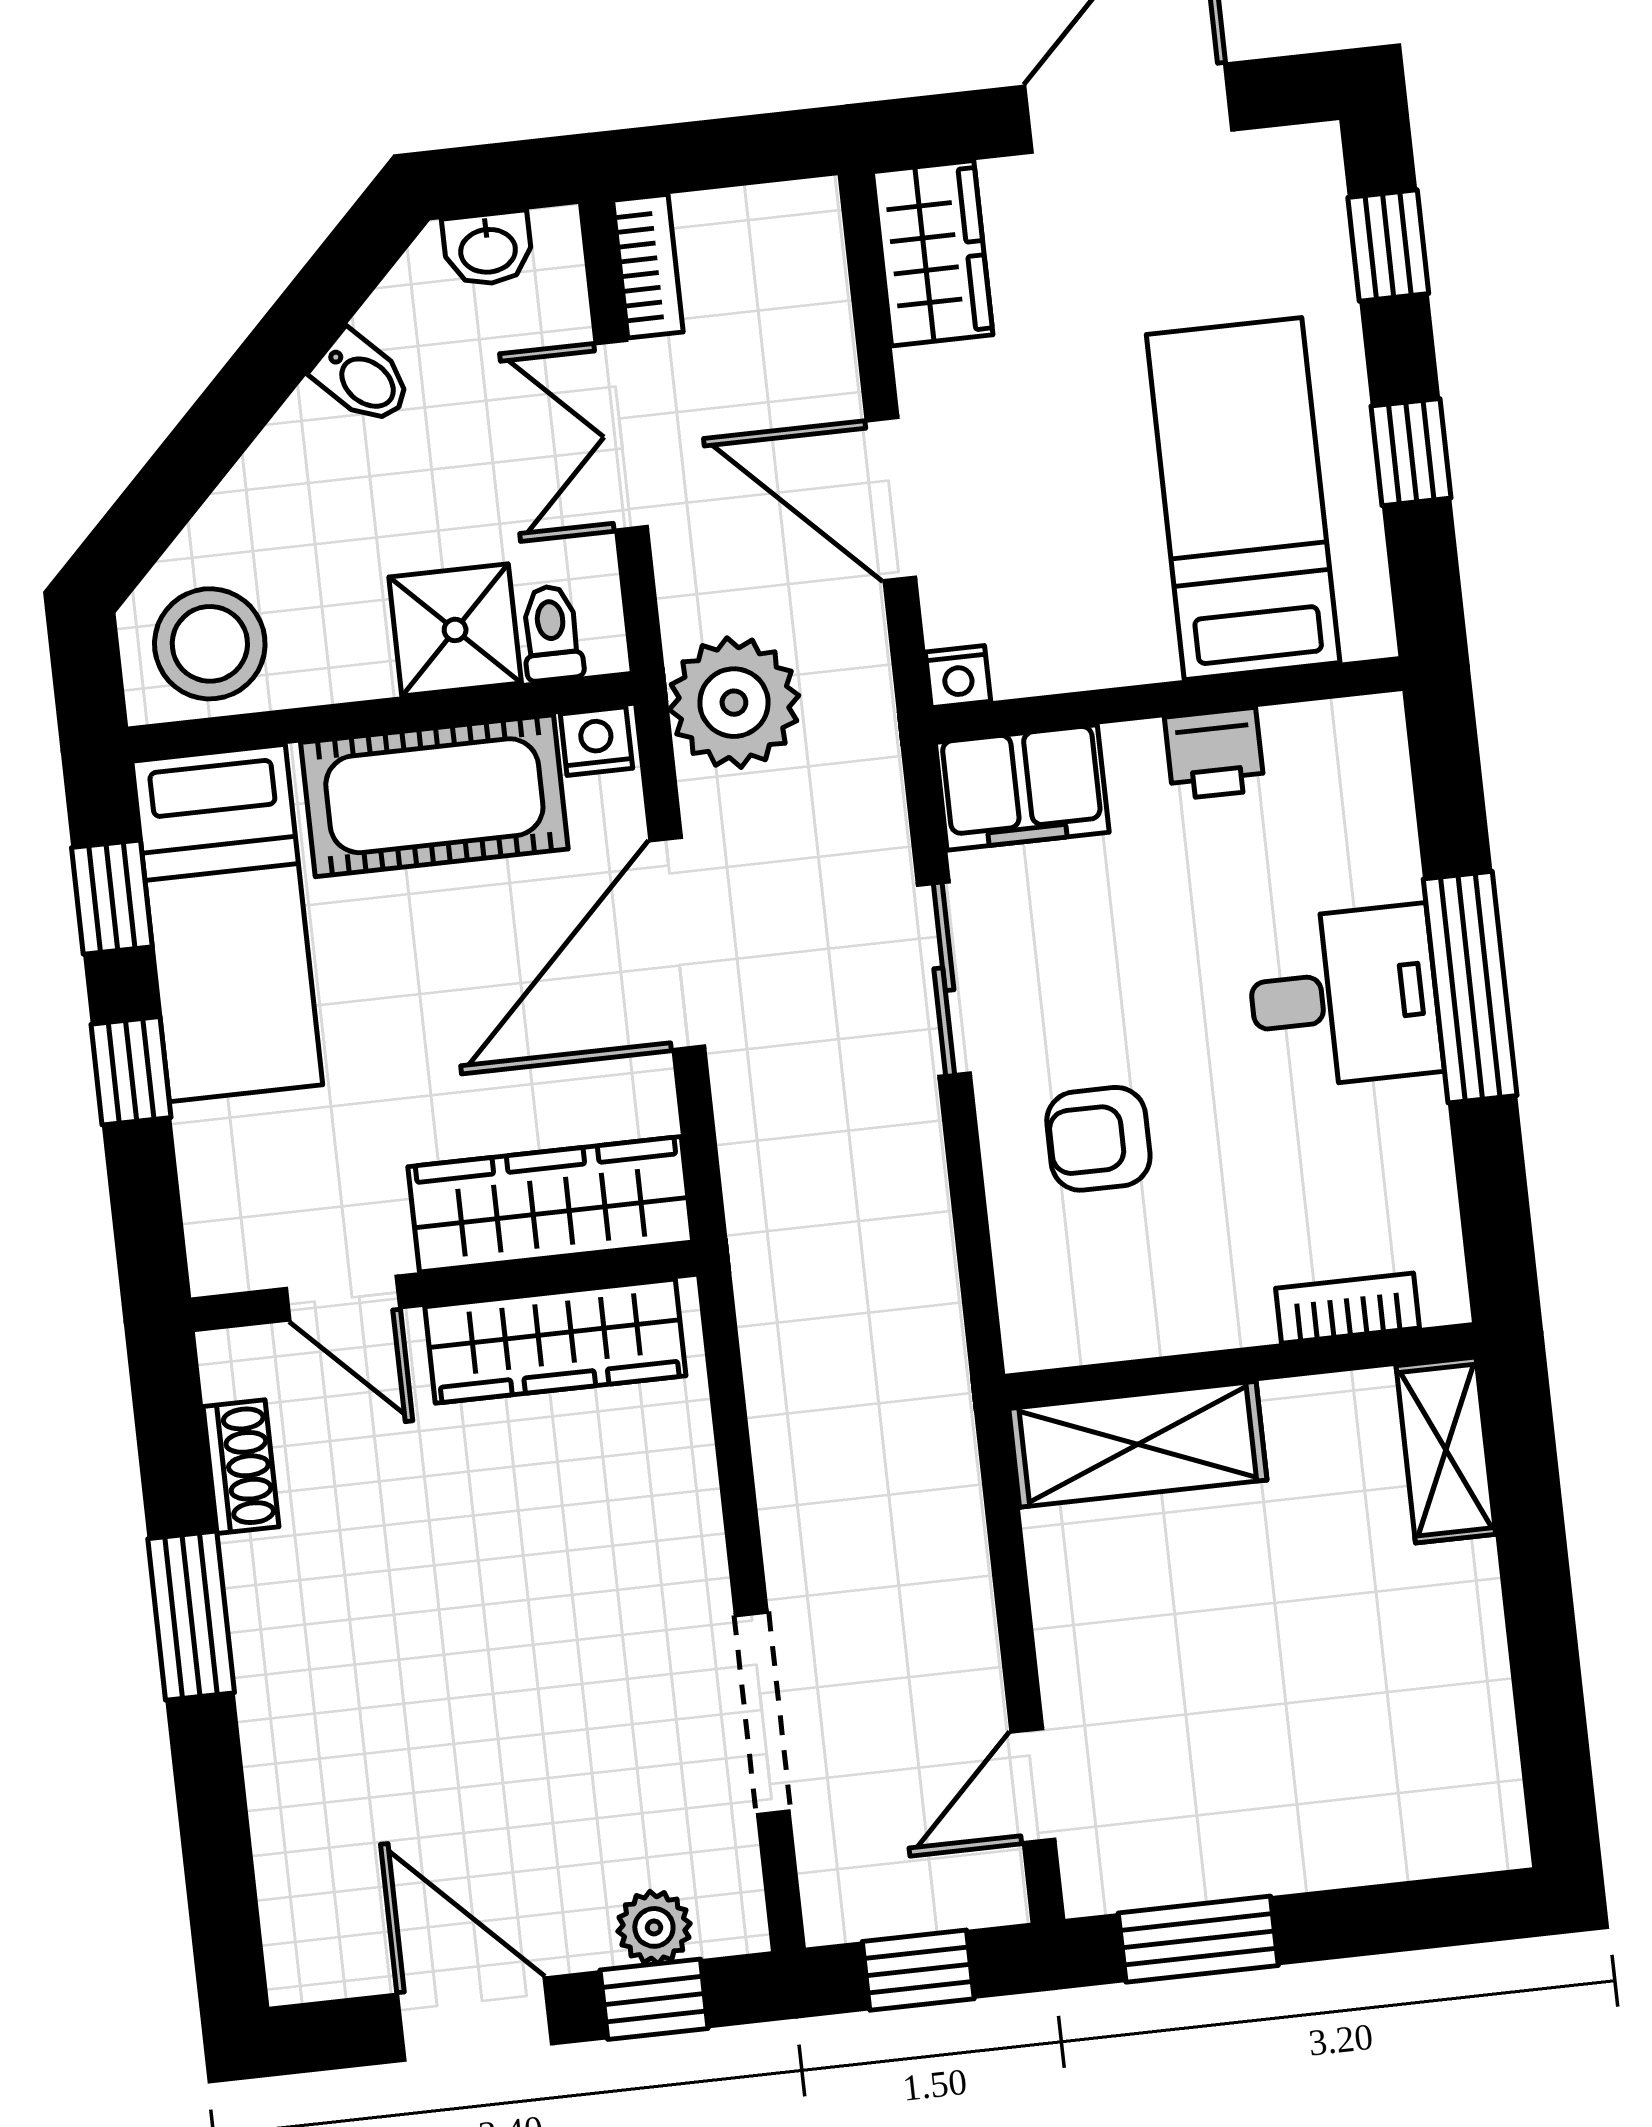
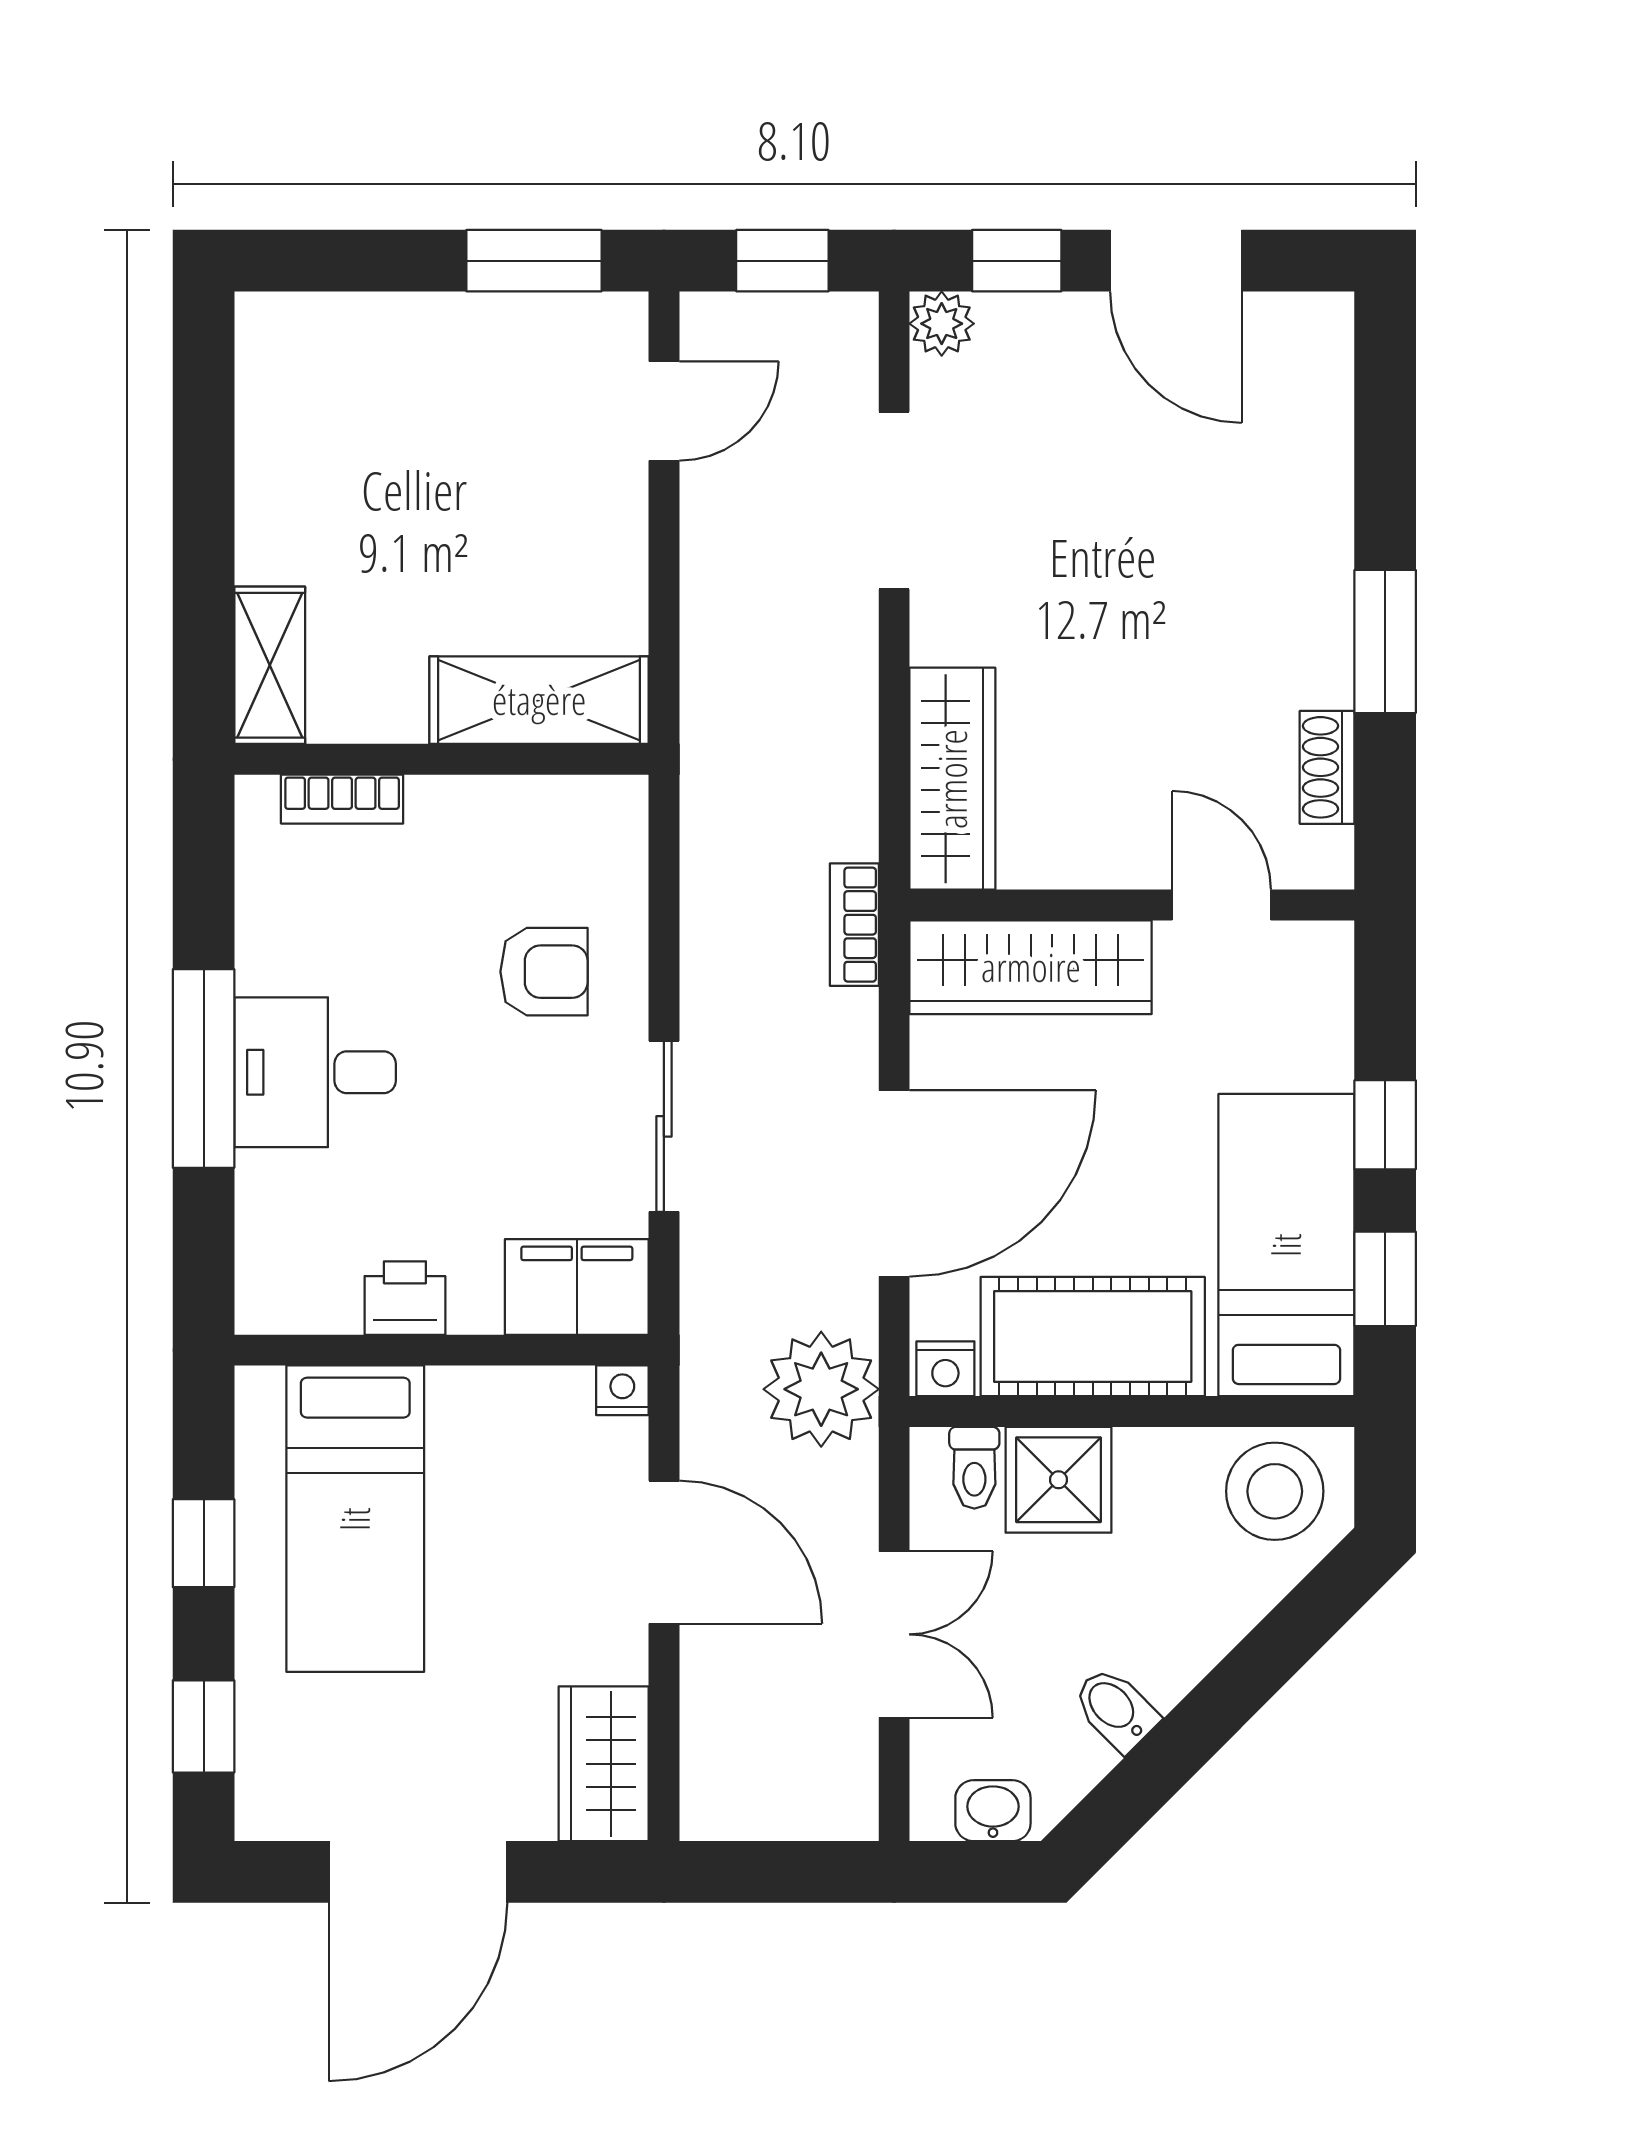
bookcase: (648, 266) -> (854, 925), moved
wardrobe: (555, 1341) -> (952, 779), moved, turned 90
plant: (654, 1927) -> (942, 324), moved

